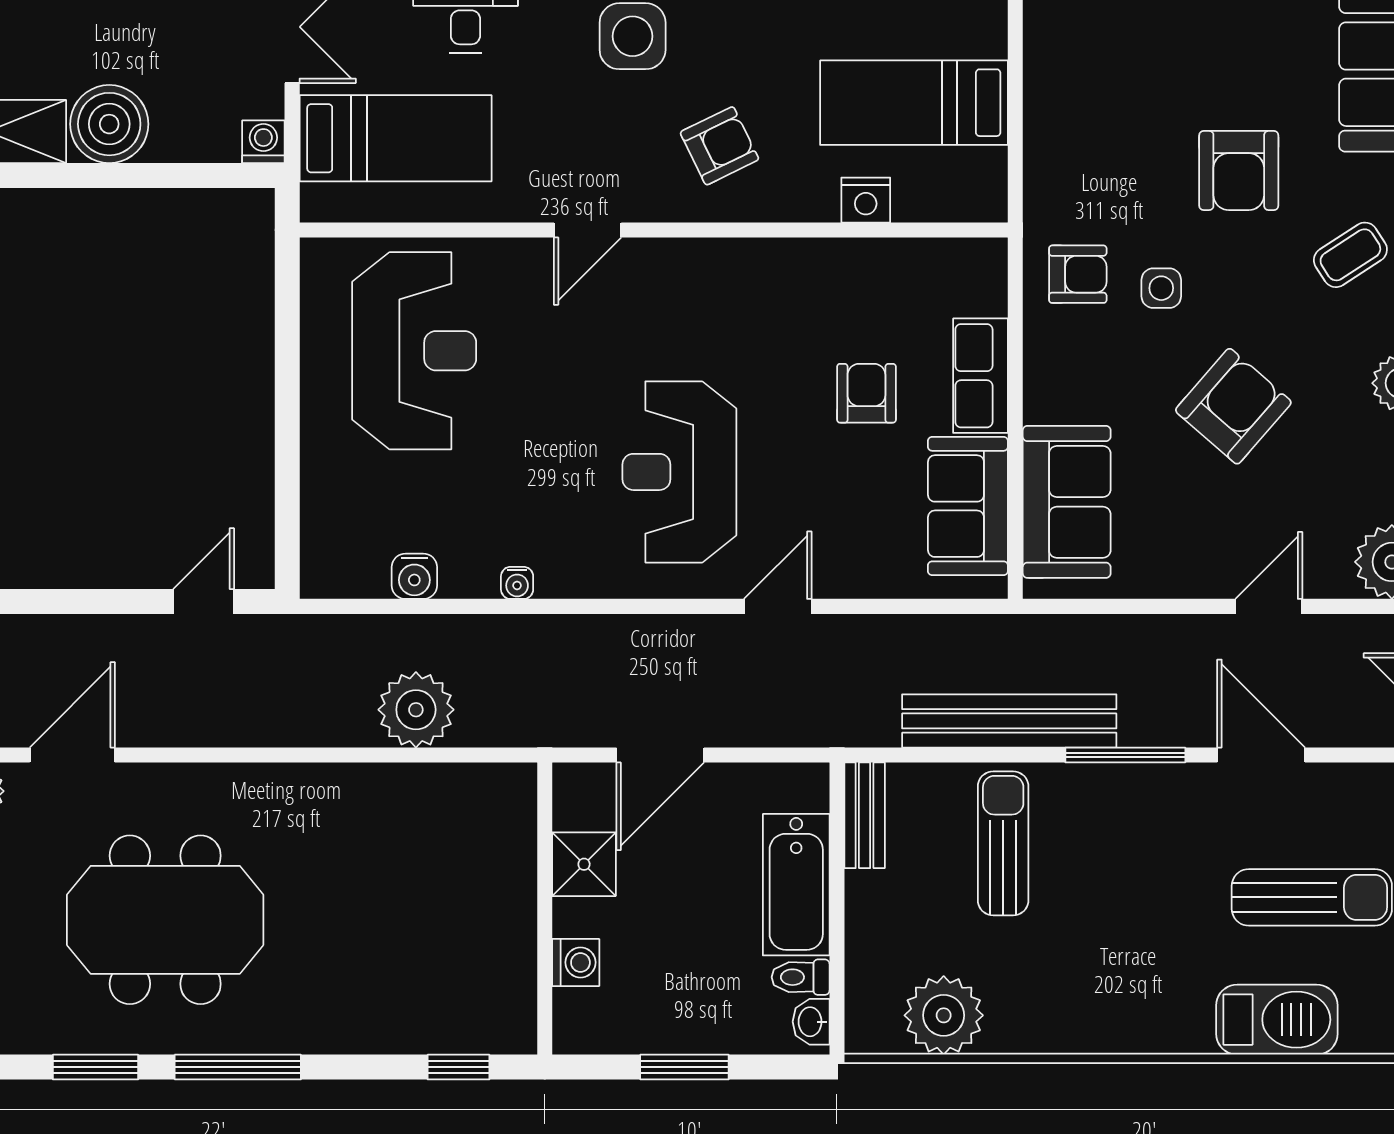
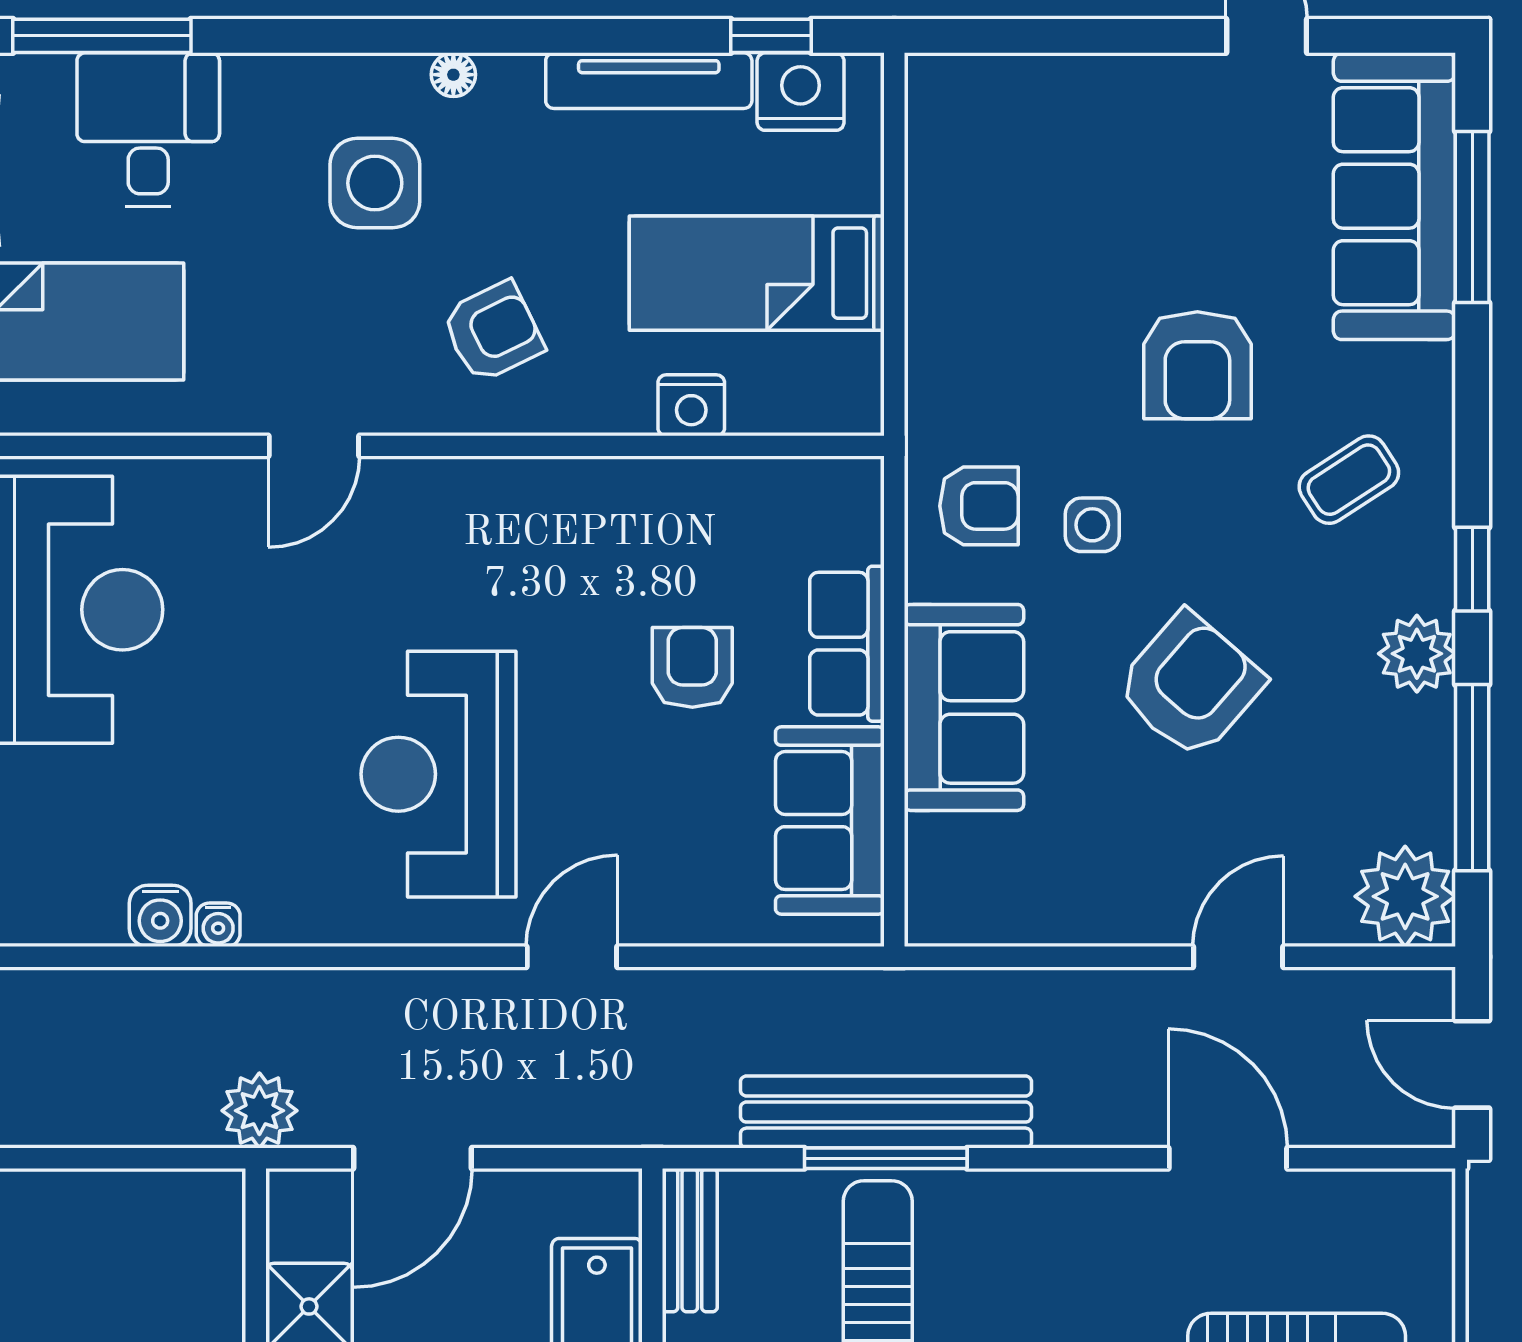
sofa: (1067, 502) -> (964, 707), moved
water cooler: (414, 576) -> (160, 916), moved
plant: (416, 710) -> (259, 1111), moved, width x0.73, depth x0.73
window: (1125, 755) -> (886, 1158), moved

